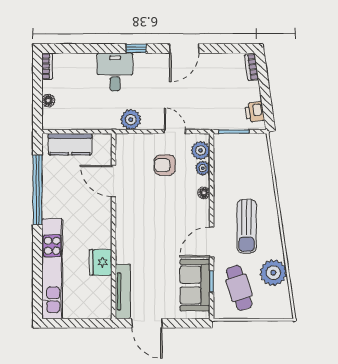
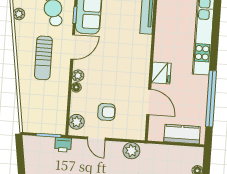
printer: (255, 112) -> (63, 145), moved, turned 98
plant: (203, 168) -> (78, 76), moved
sun lounger: (247, 226) -> (43, 58), turned 180
fridge: (101, 262) -> (161, 73), moved
plant: (273, 273) -> (19, 14), width x0.53, depth x0.53

